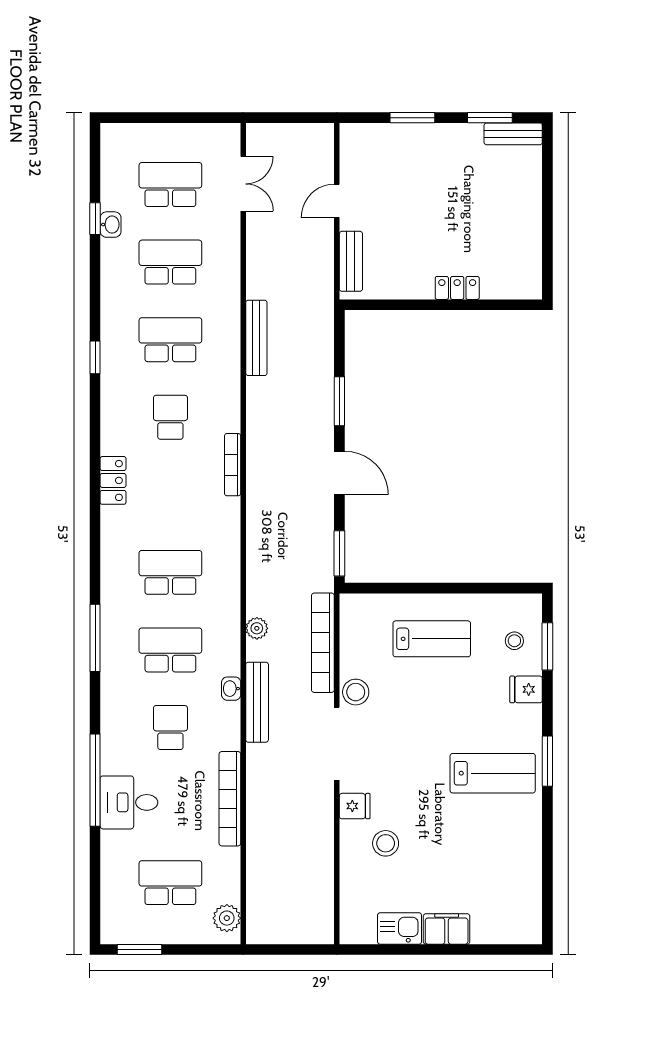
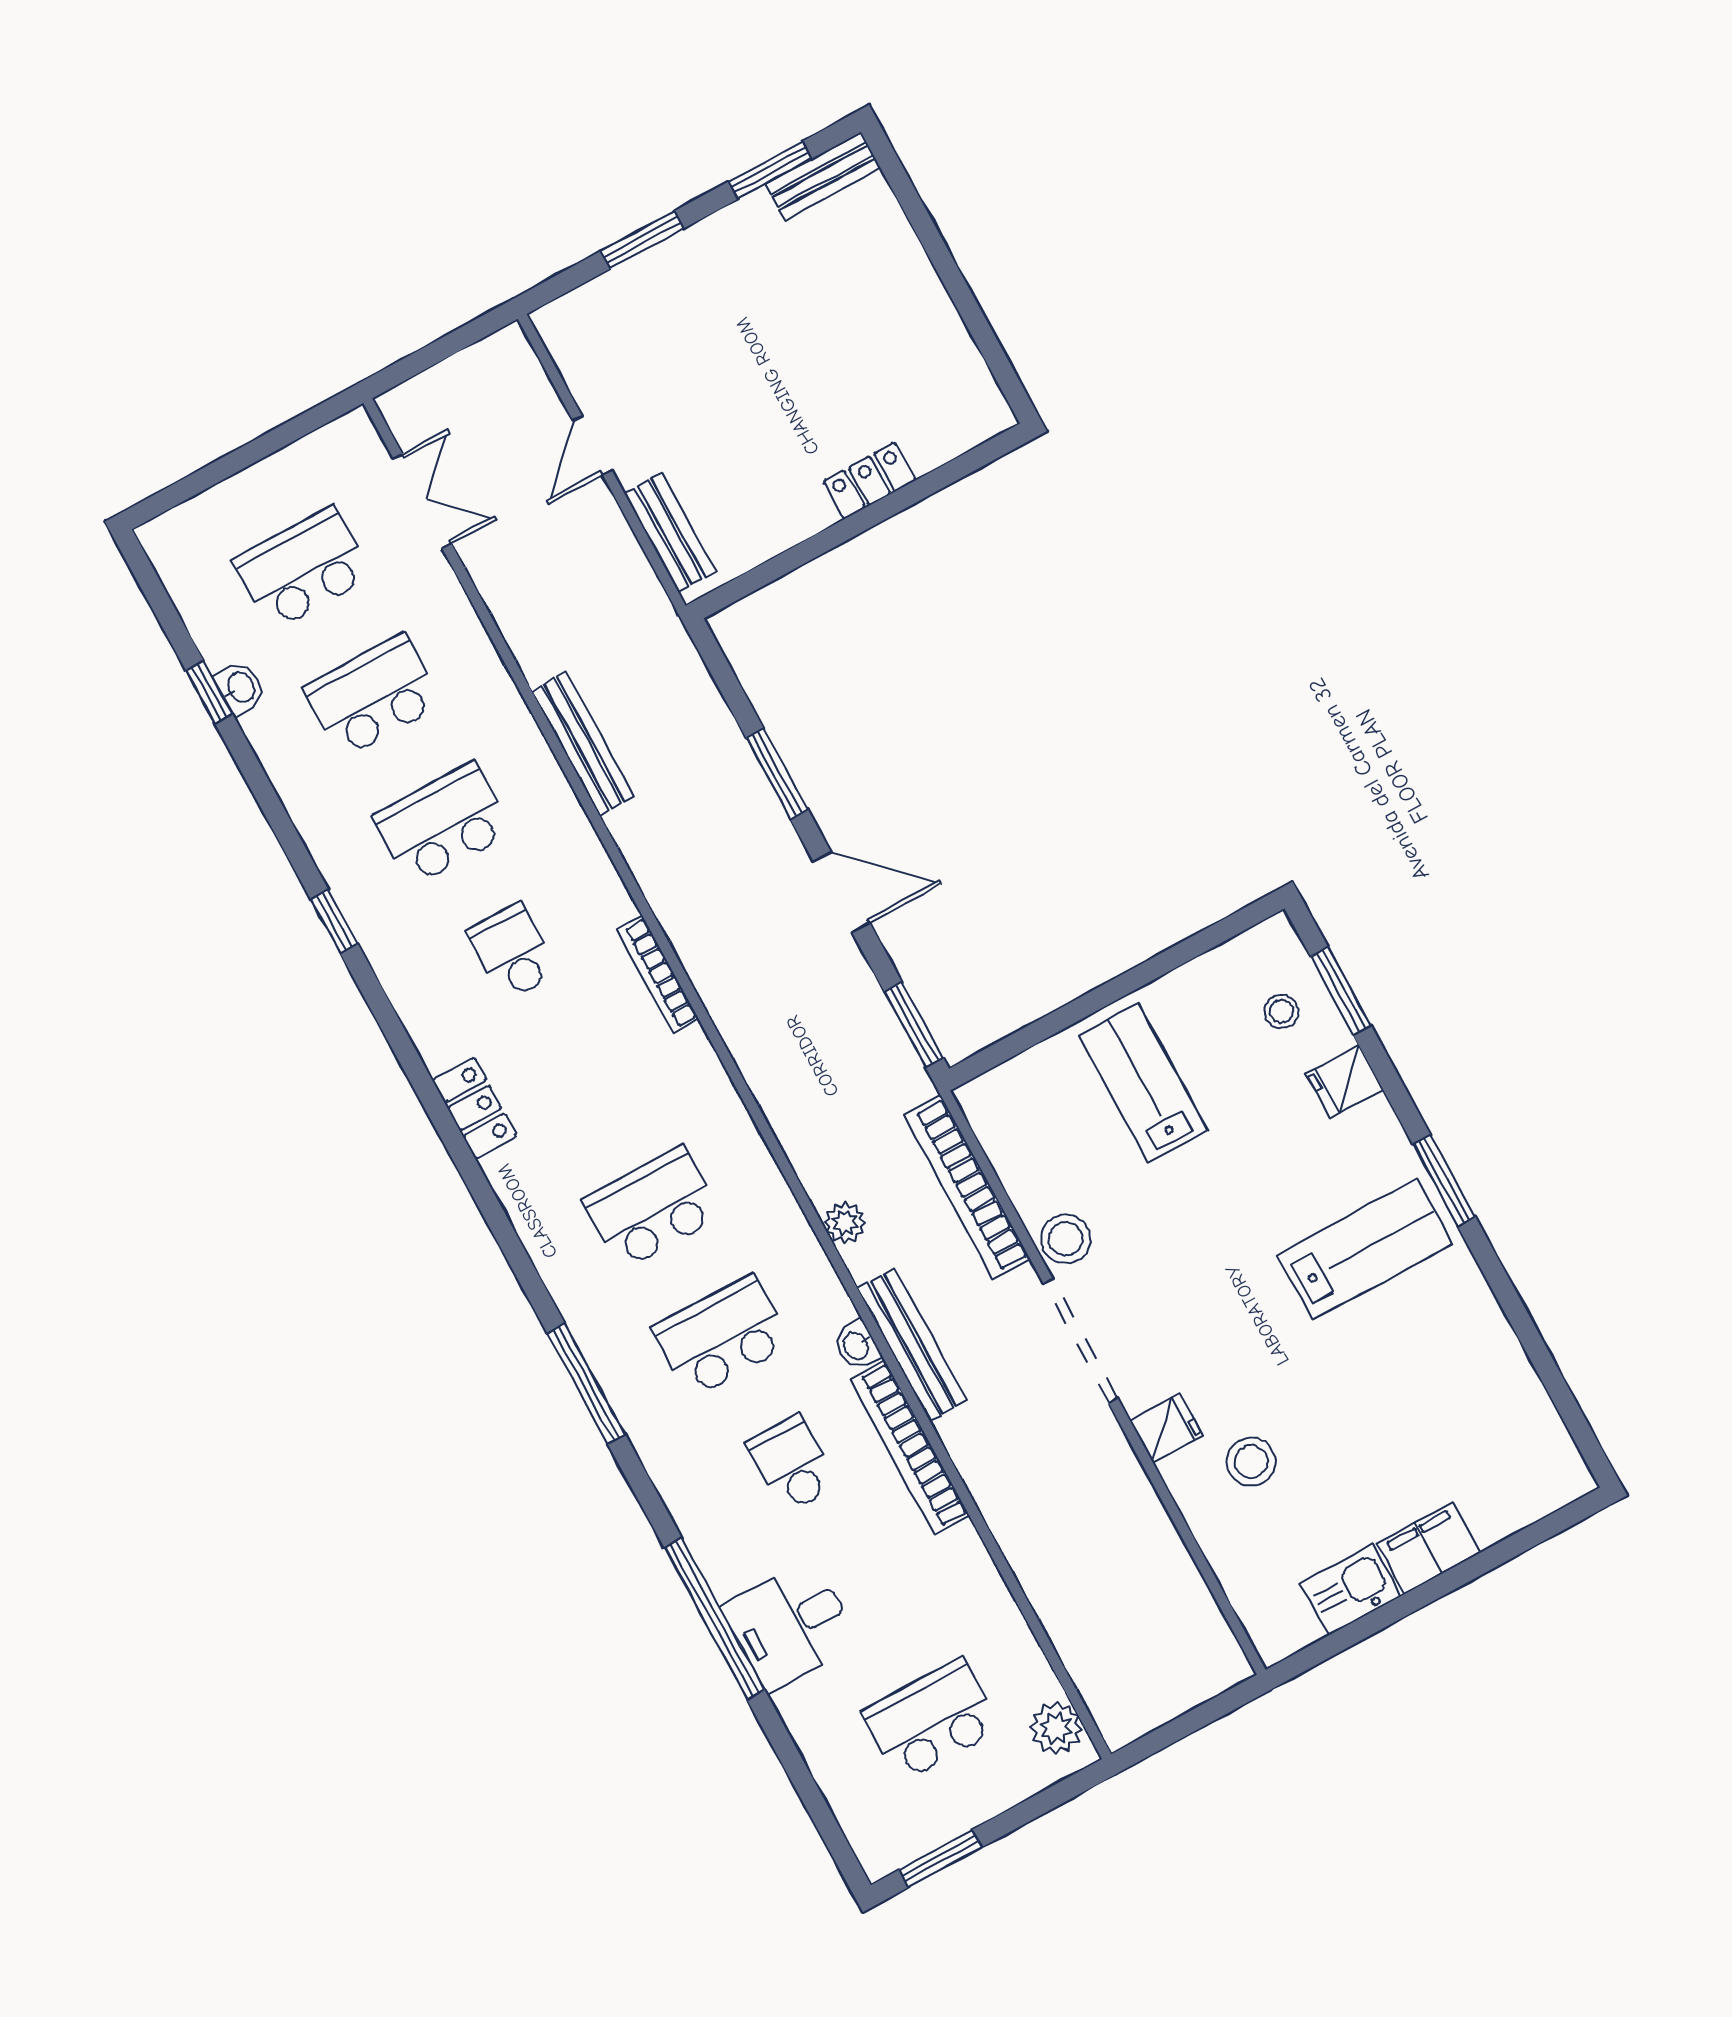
lab bench: (432, 639) -> (1143, 1083), turned -90
bookcase: (230, 799) -> (910, 1447), moved

